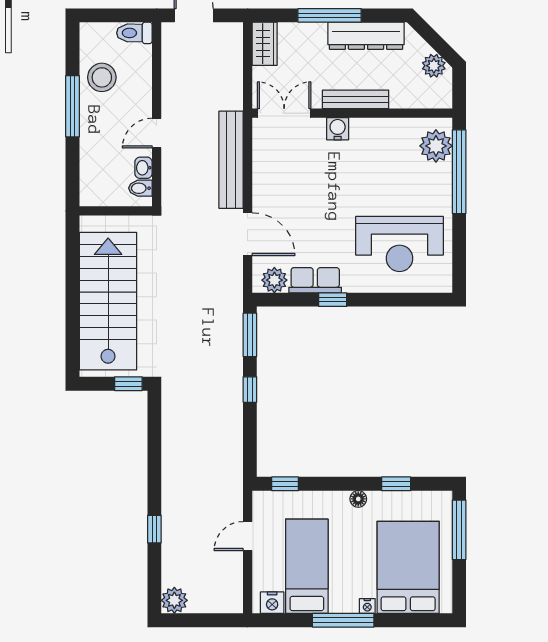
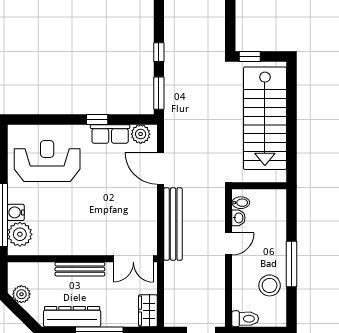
water cooler: (338, 129) -> (16, 212), moved, turned 90

